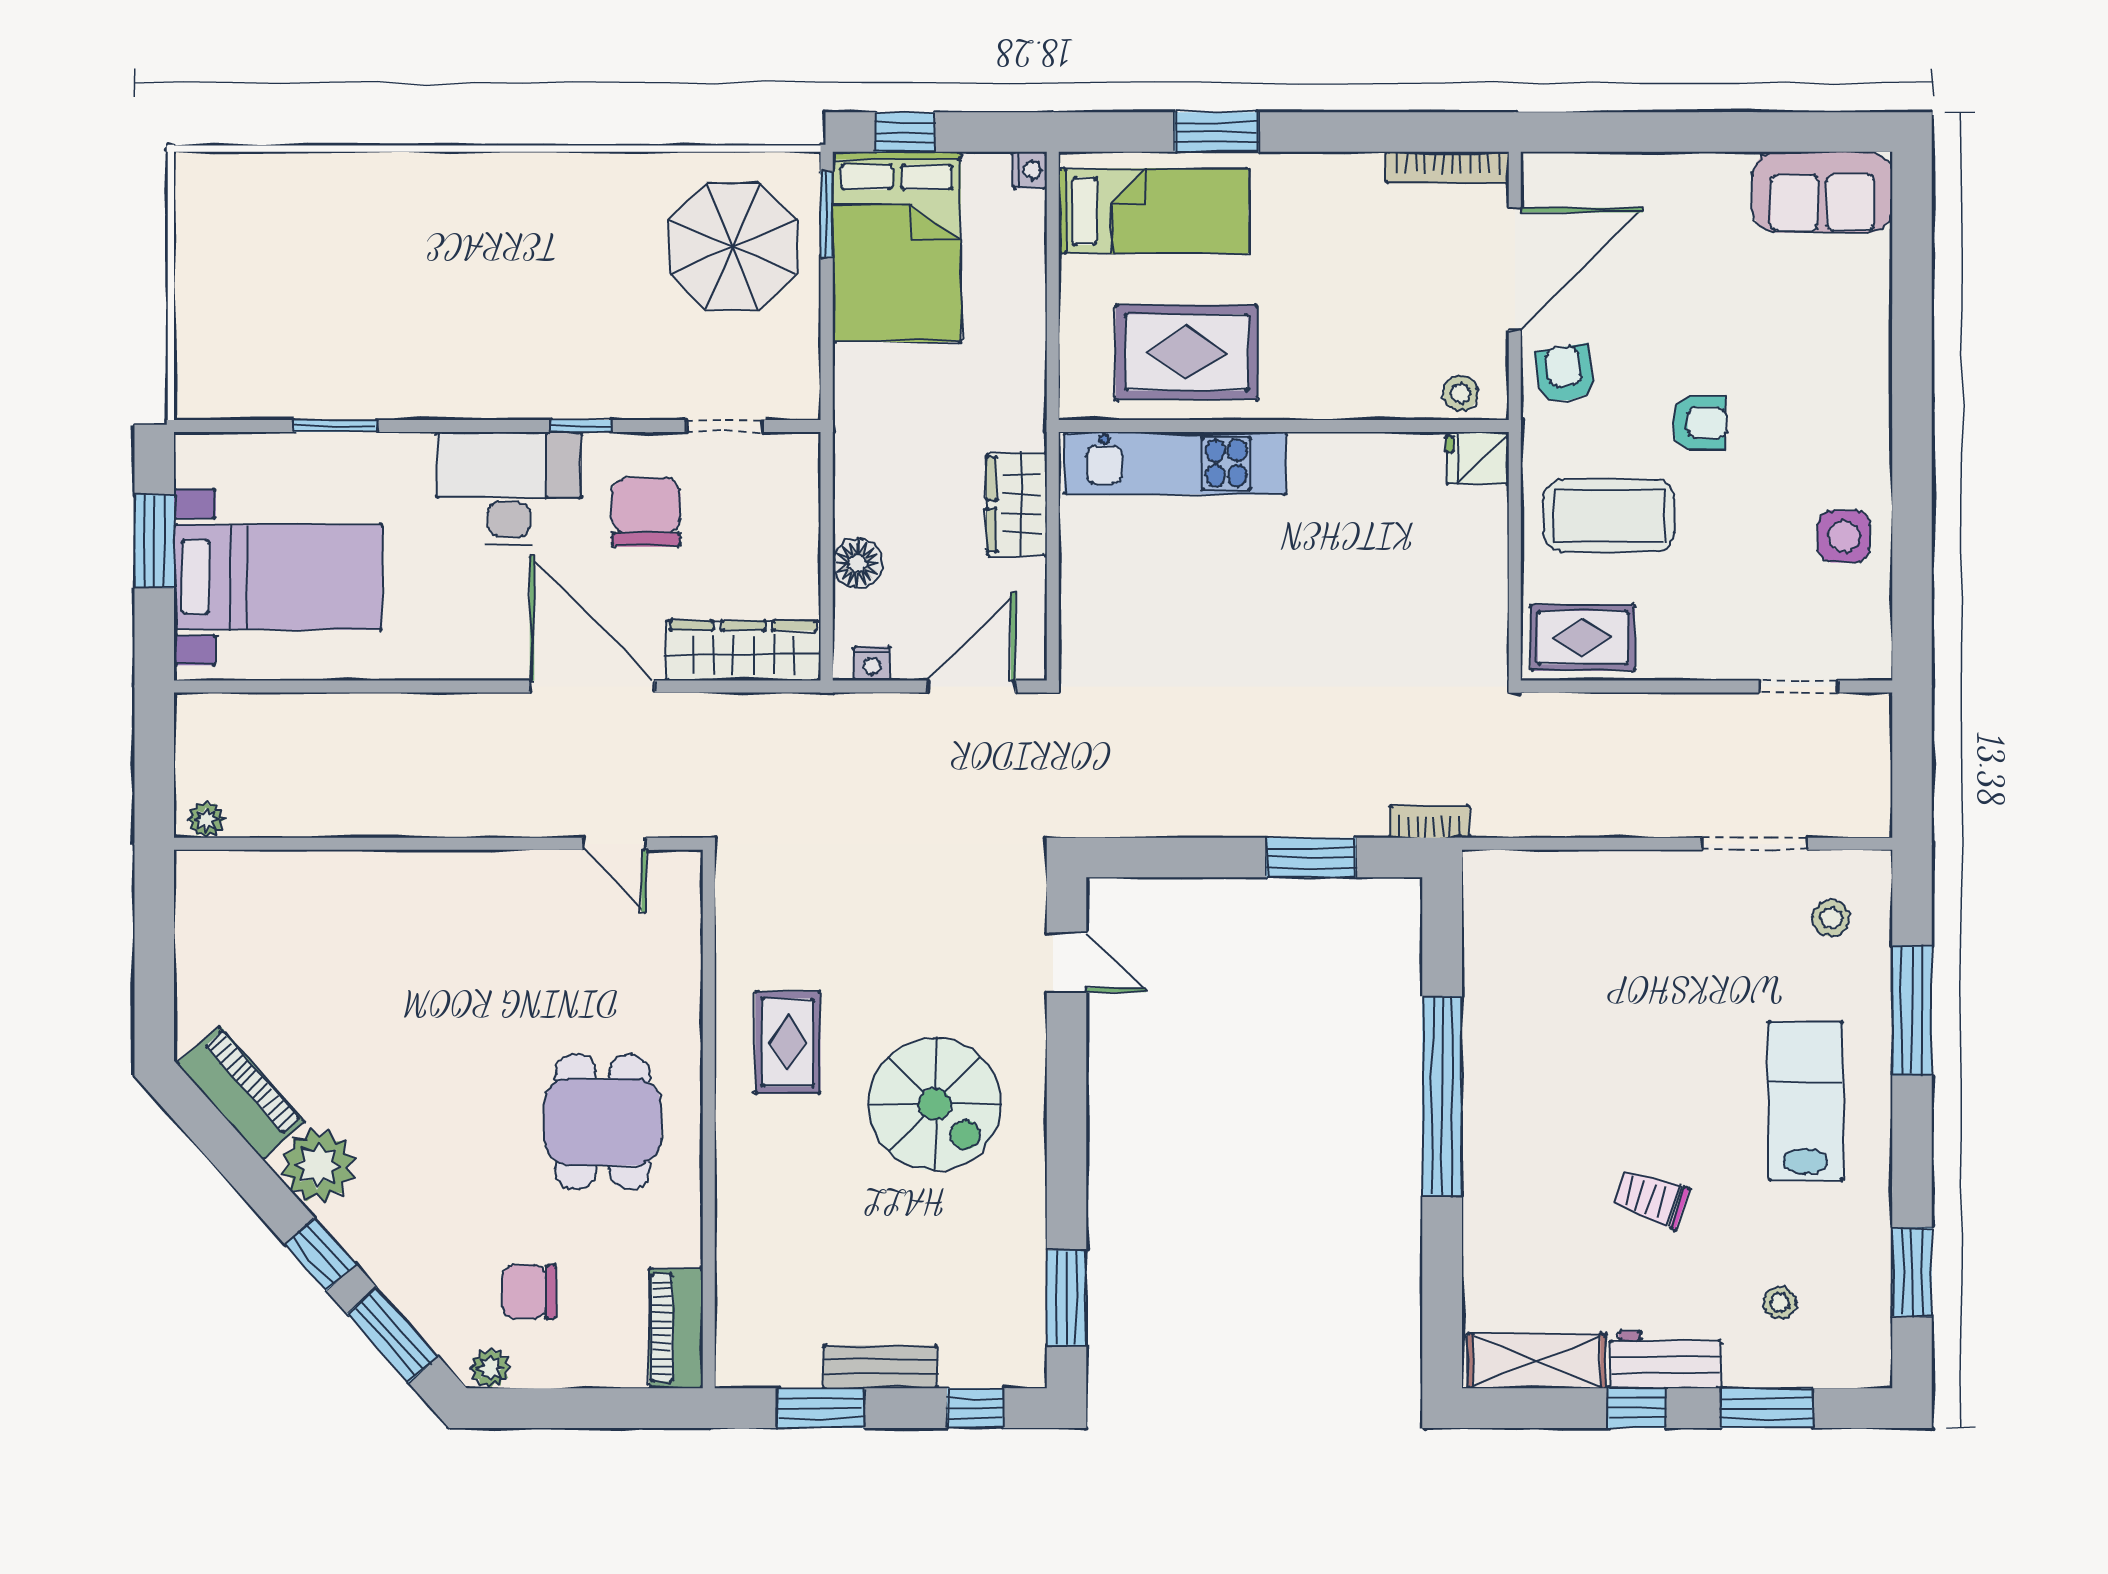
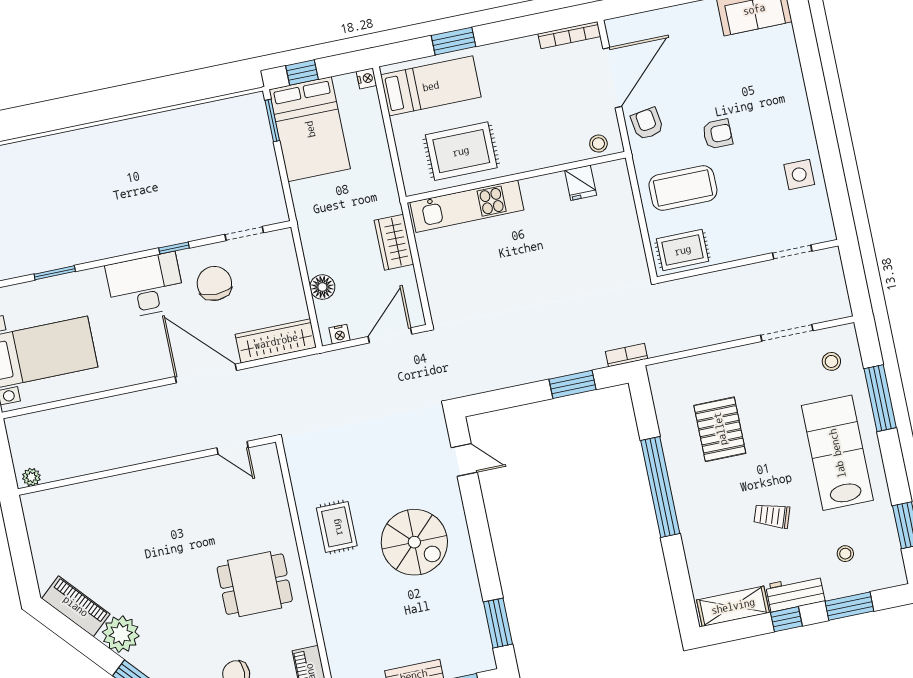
parasol: (733, 247) -> (230, 146), removed
fridge: (1478, 458) -> (581, 183), moved, turned -90
pallet: (1583, 1006) -> (720, 429), added
lab bench: (1805, 1101) -> (837, 453), width x1.36, depth x1.39
dining table: (603, 1122) -> (255, 584), turned 90

